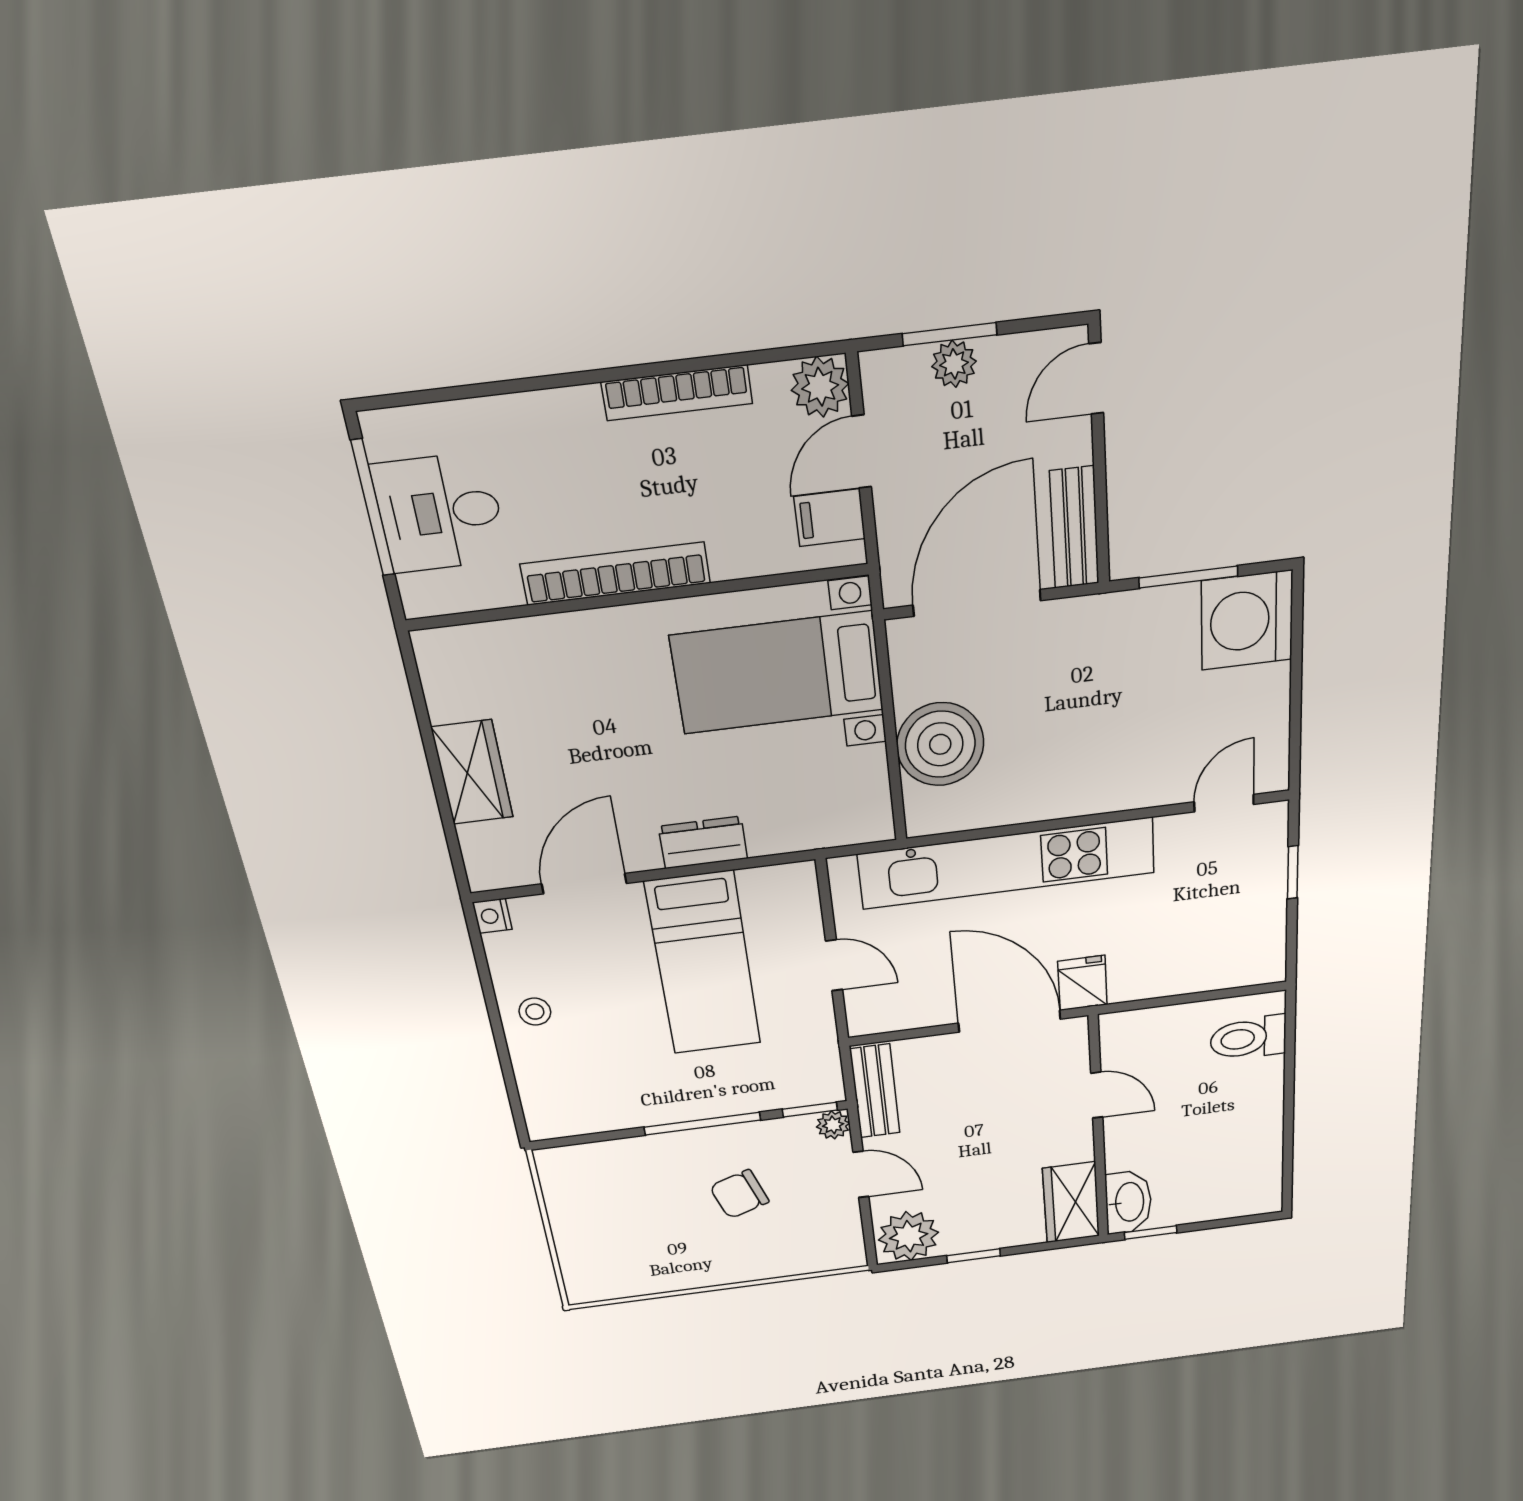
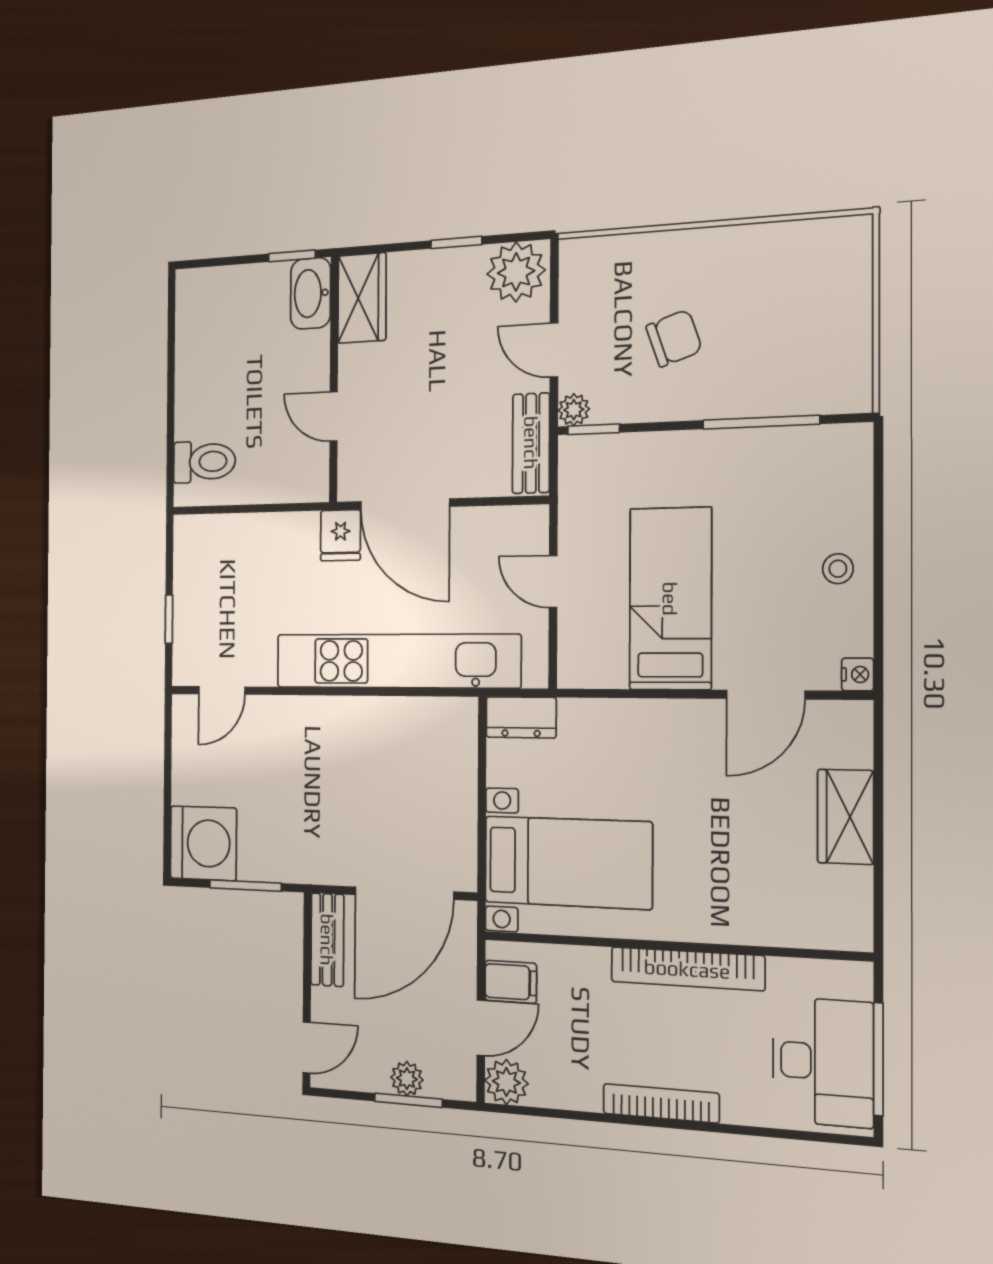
bookcase: (677, 393) -> (661, 1103), moved
desk: (440, 513) -> (823, 1062), width x1.37
boiler: (940, 744) -> (442, 778), removed
dresser: (703, 843) -> (521, 717), moved
window: (702, 1124) -> (761, 422), moved

